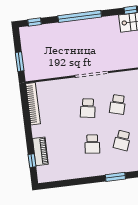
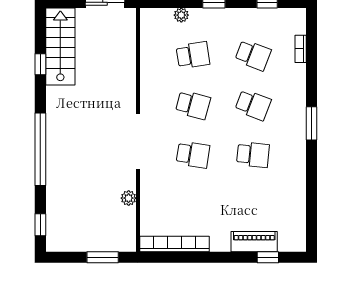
plant: (57, 73) -> (129, 198), added

